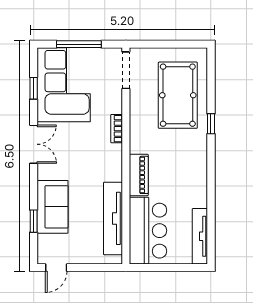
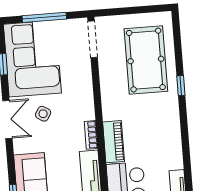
bookcase: (117, 129) -> (91, 135), moved
side table: (70, 141) -> (43, 114), added

